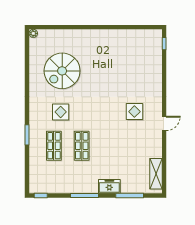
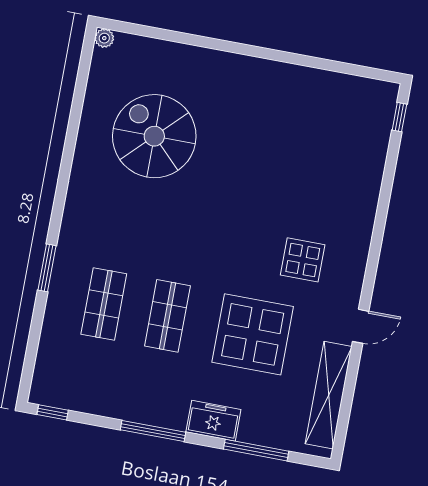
spiral stairs: (62, 71) -> (154, 136), turned 90
display table: (61, 112) -> (253, 334), moved, width x1.86, depth x1.86
door: (164, 123) -> (361, 326), moved
shelving: (156, 174) -> (329, 395), width x1.47

